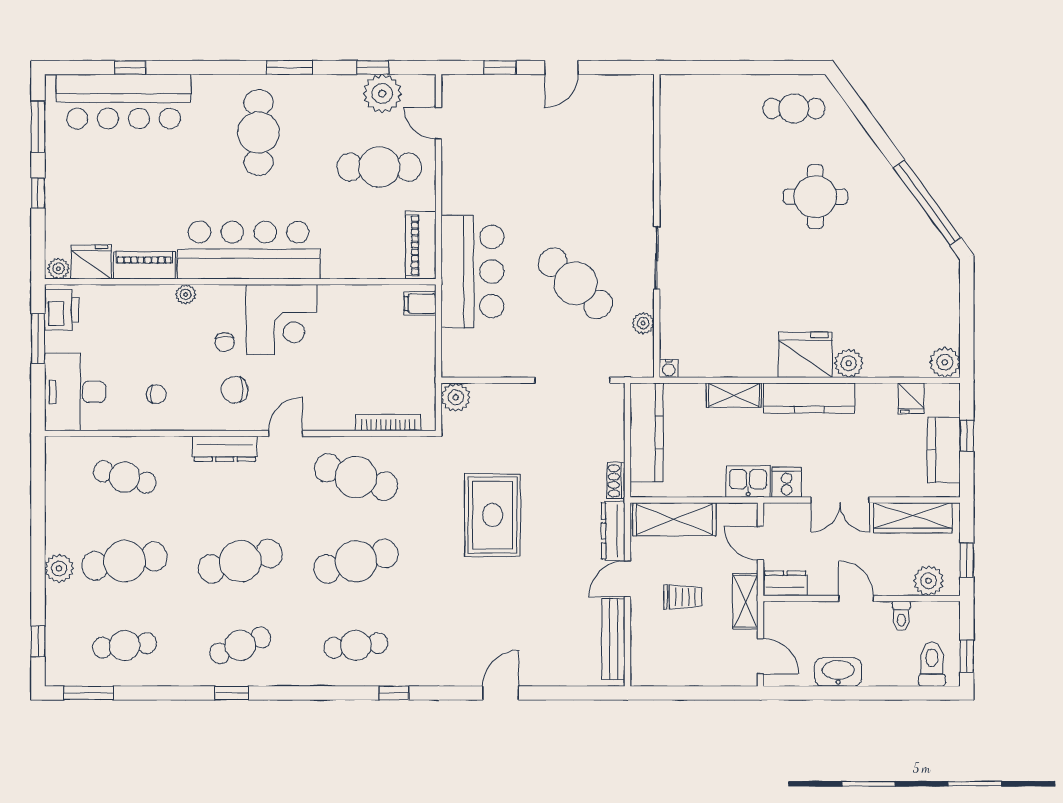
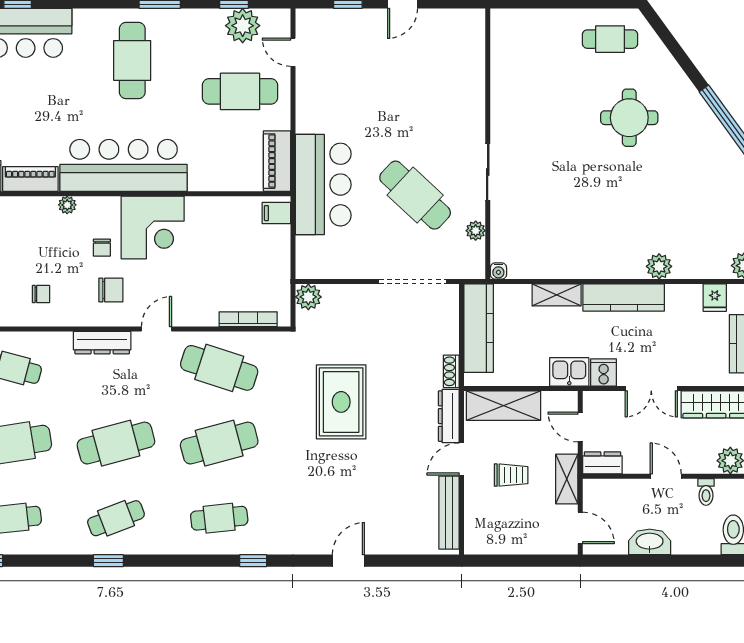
fridge: (805, 355) -> (620, 259), removed
chair: (235, 390) -> (111, 290), turned 180

